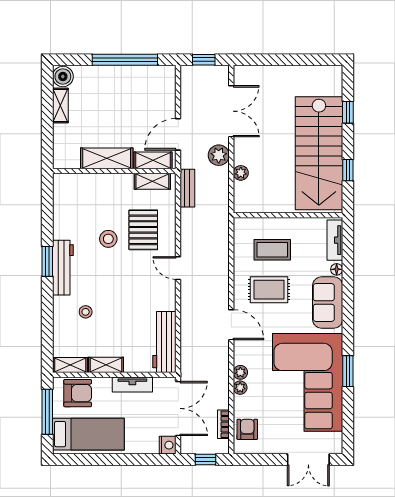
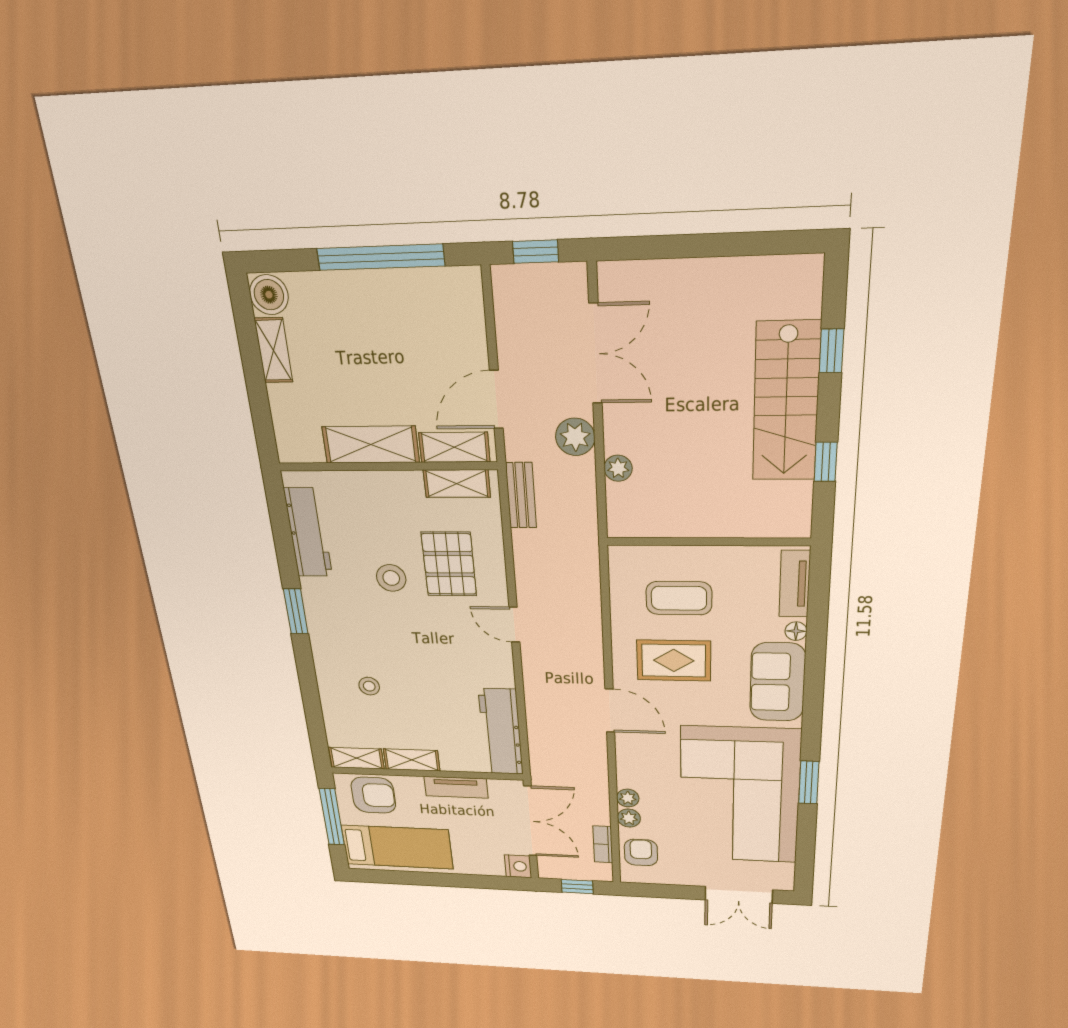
stairs: (319, 153) -> (786, 402), width x0.73, depth x0.66
workbench: (63, 268) -> (308, 533), moved
plant: (240, 372) -> (629, 818), moved

